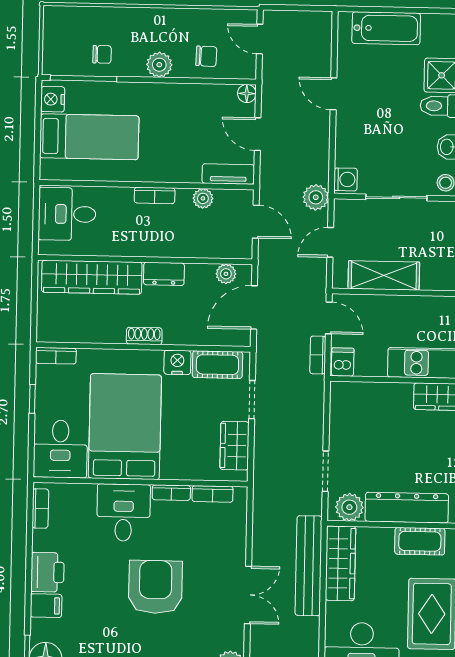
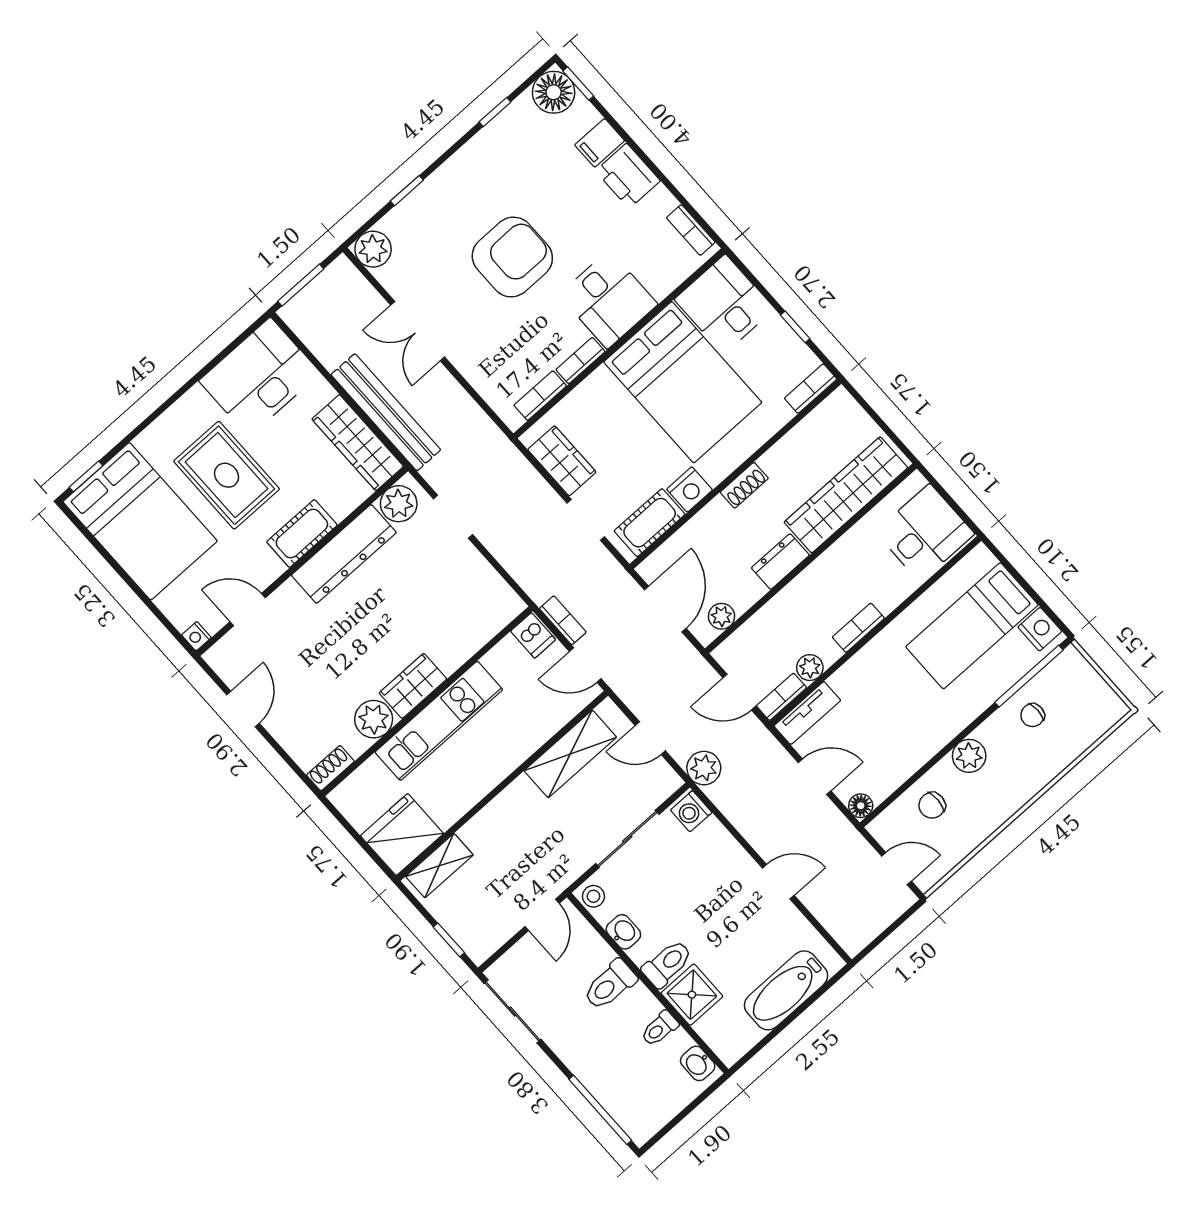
bookcase: (234, 197) -> (781, 697), added
door: (330, 242) -> (650, 738), swing flipped
armchair: (155, 587) -> (512, 257), turned -90

